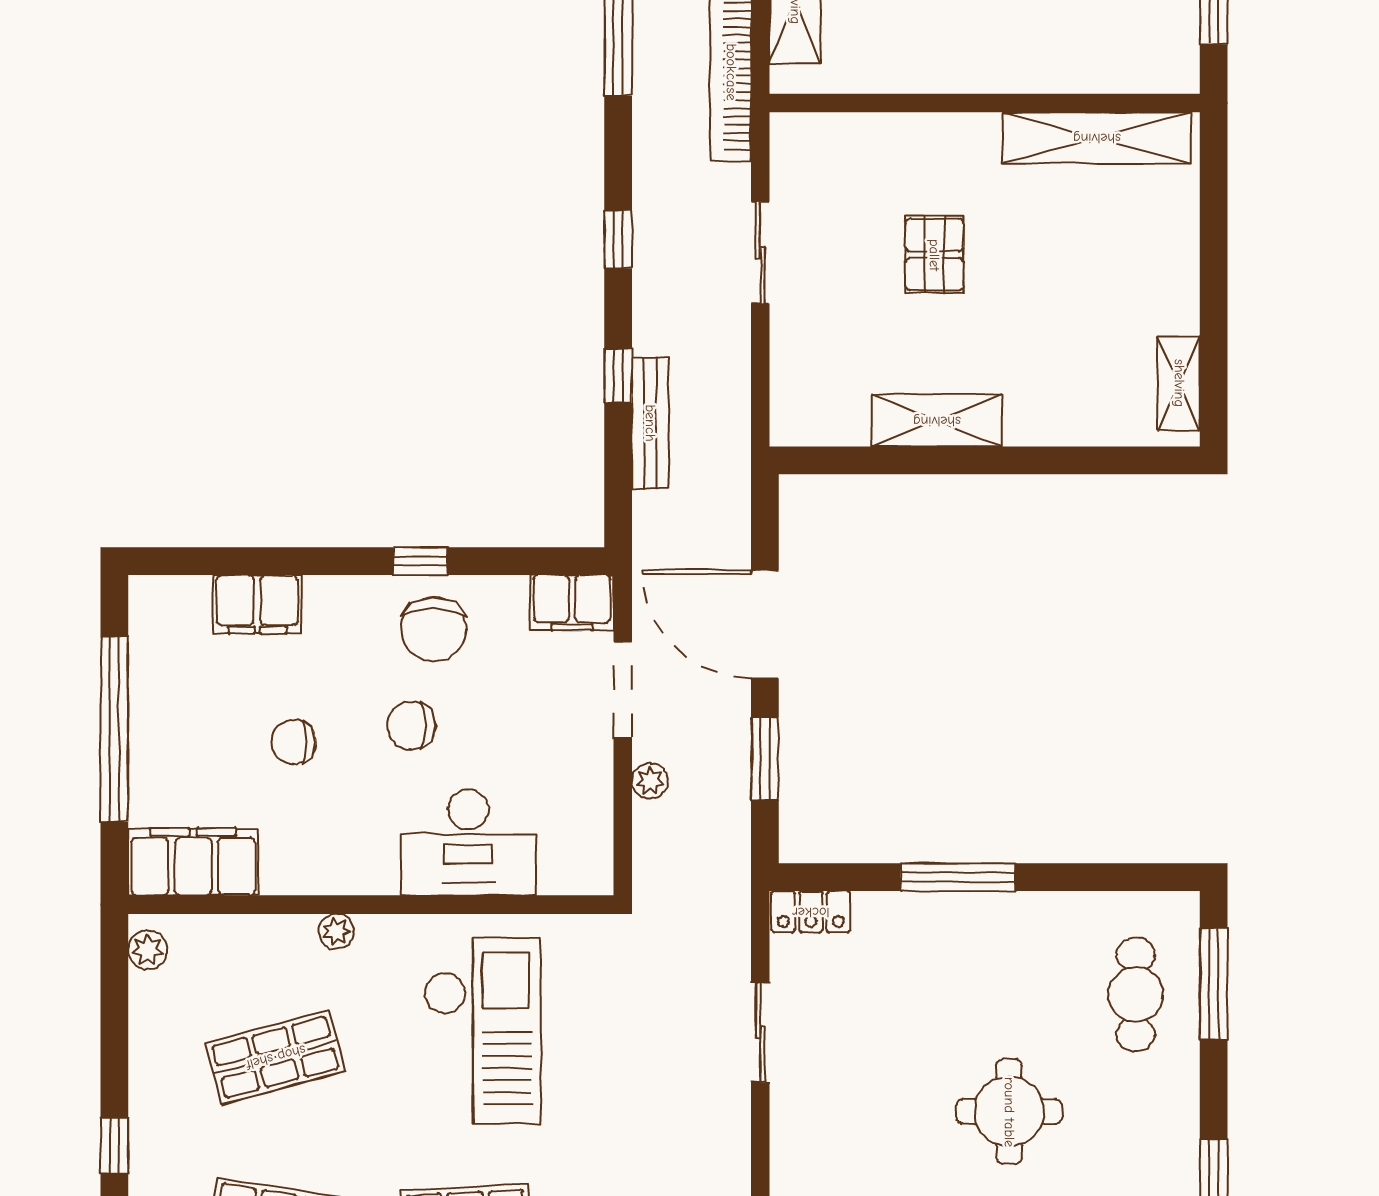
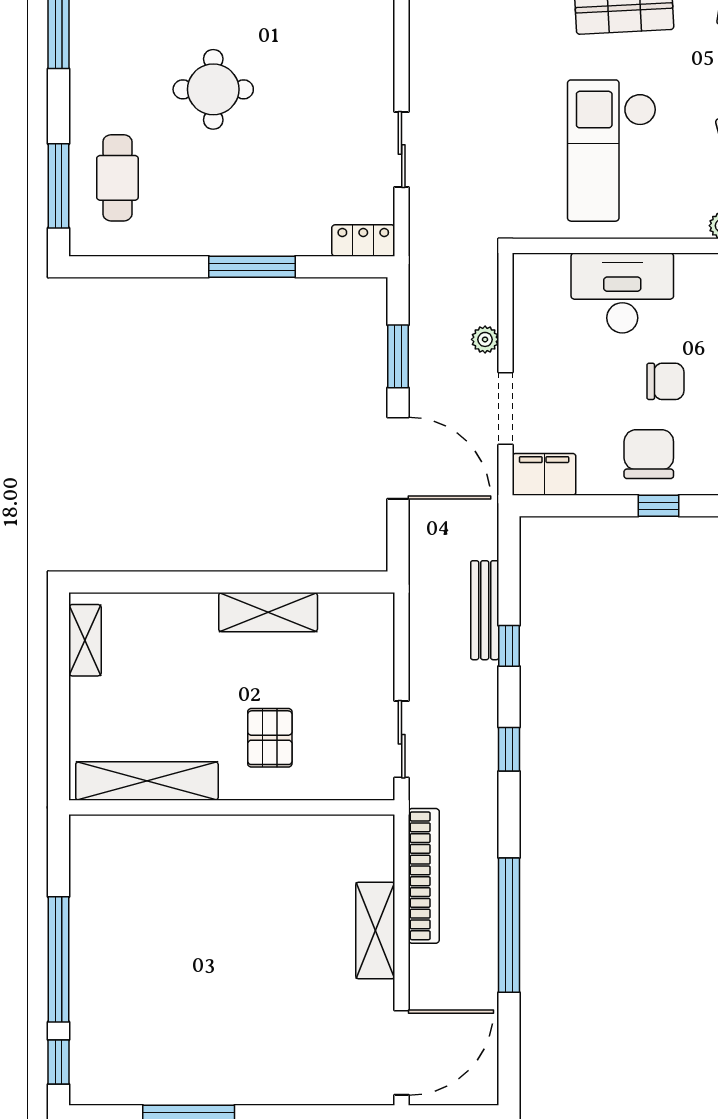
wall: (985, 103) -> (232, 807), moved
shelving: (1097, 138) -> (147, 781), moved

